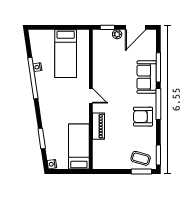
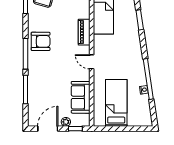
sofa: (147, 77) -> (81, 97), moved, turned 180

